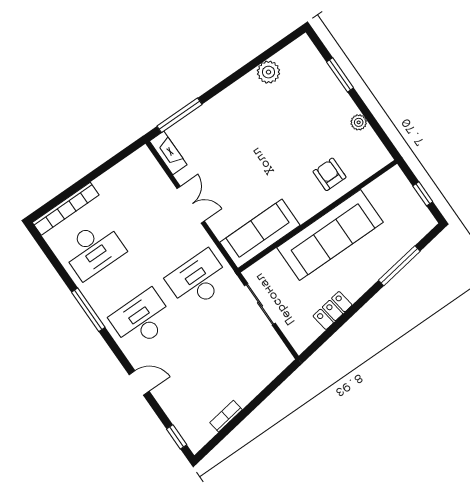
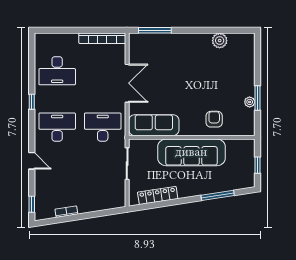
window: (340, 75) -> (258, 98), moved
fireplace: (168, 153) -> (135, 47), removed
double door: (191, 205) -> (127, 83), width x1.37
bookcase: (66, 209) -> (102, 38), moved
window: (88, 310) -> (32, 102), width x0.46
locker: (333, 310) -> (158, 195), width x1.53

